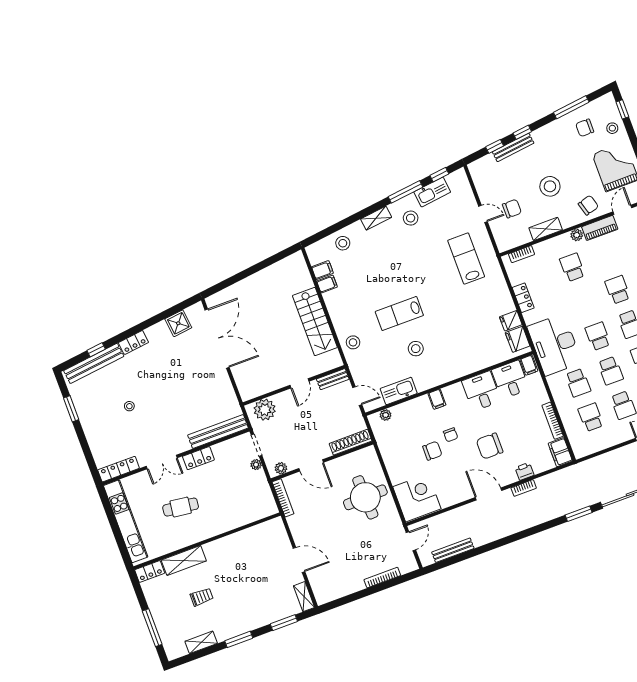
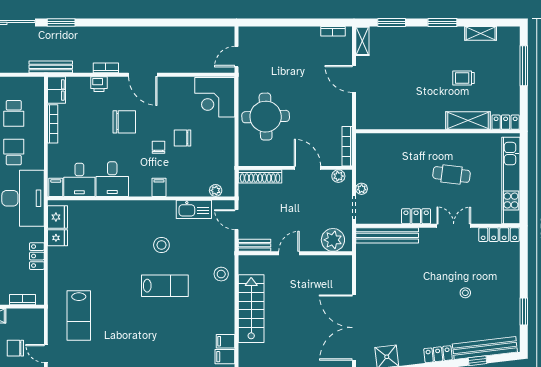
bench: (453, 550) -> (51, 67), moved
bookcase: (382, 578) -> (333, 31), moved, width x0.64

